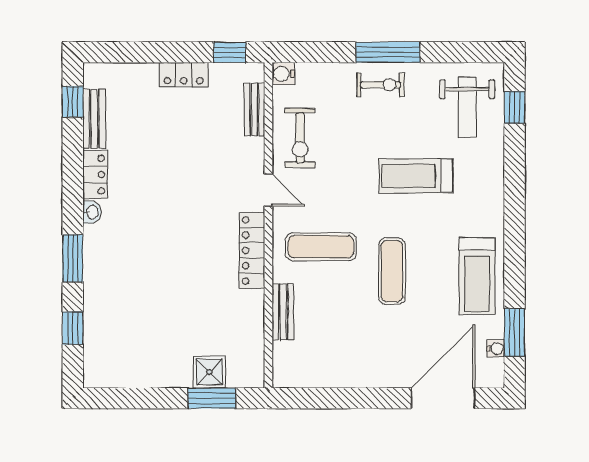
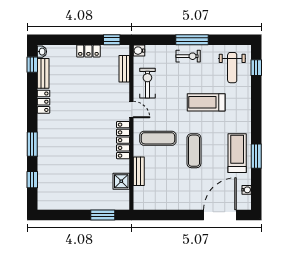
exercise bike: (300, 138) -> (147, 83), turned 180
washbasin: (92, 212) -> (42, 52), moved
treadmill: (477, 276) -> (237, 153), turned 180
window: (515, 333) -> (256, 156), moved
shower: (209, 372) -> (121, 181), moved

